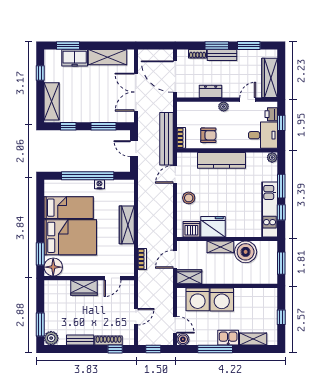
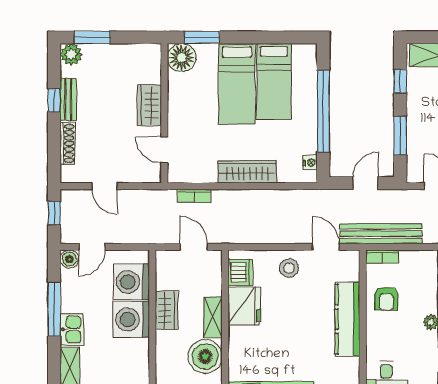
nightstand: (99, 184) -> (310, 163), moved
bed: (70, 237) -> (237, 84), width x0.67
wardrobe: (189, 277) -> (166, 310), moved
window: (115, 349) -> (54, 100), moved

